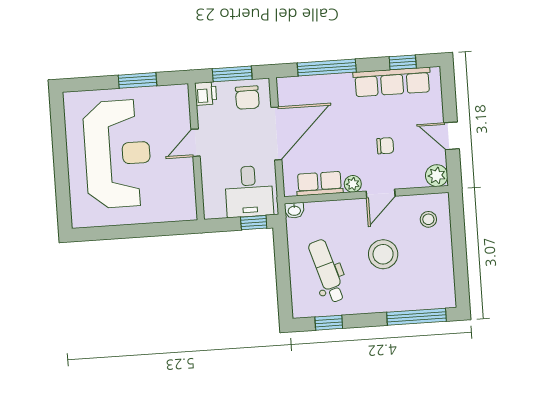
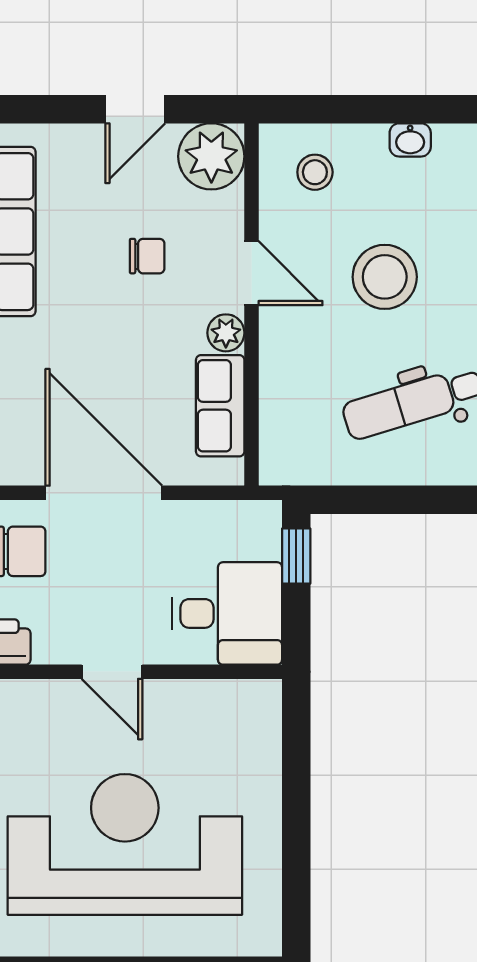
chair: (385, 146) -> (147, 256), turned 90
plant: (437, 176) -> (211, 156), width x1.36, depth x1.36
desk: (249, 191) -> (227, 613), moved
washbasin: (294, 210) -> (410, 140), moved, turned 90

